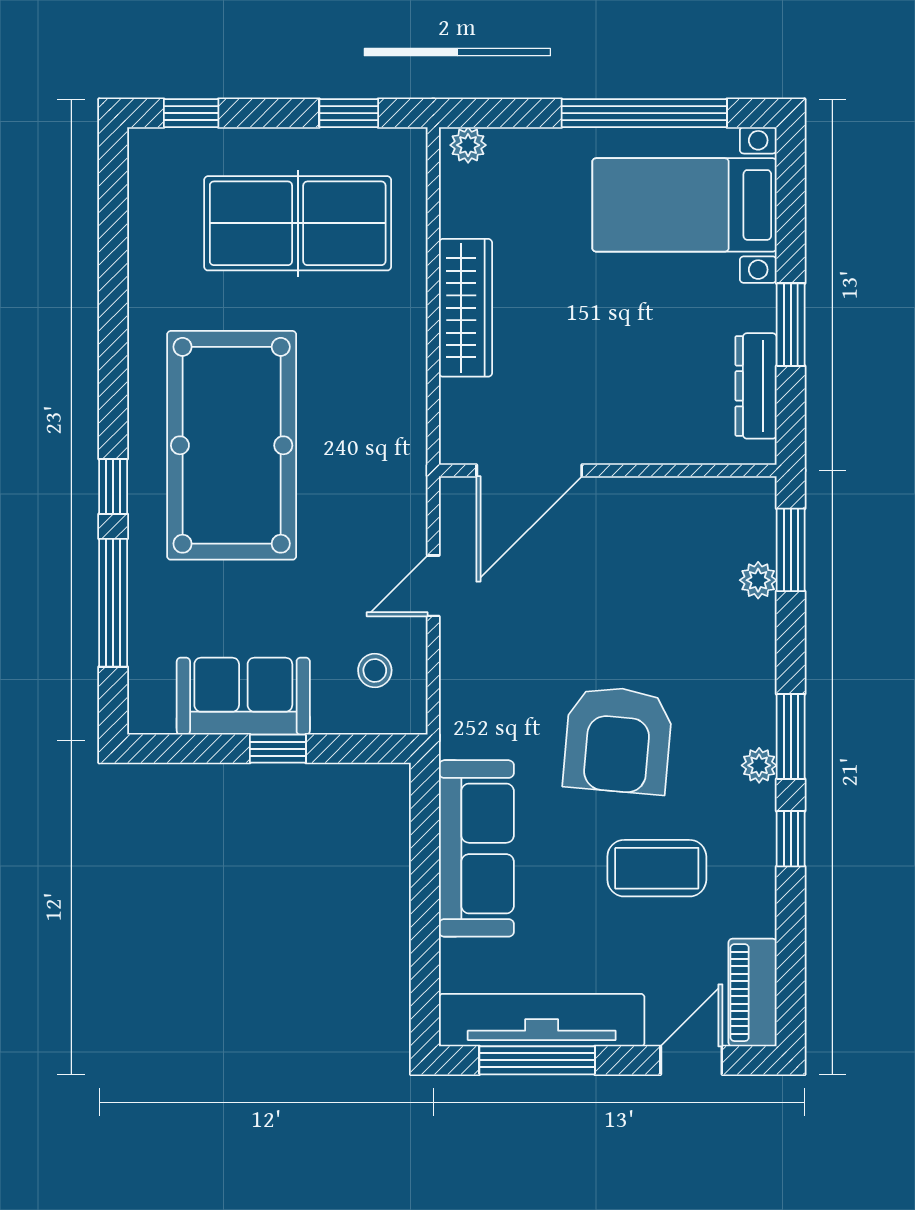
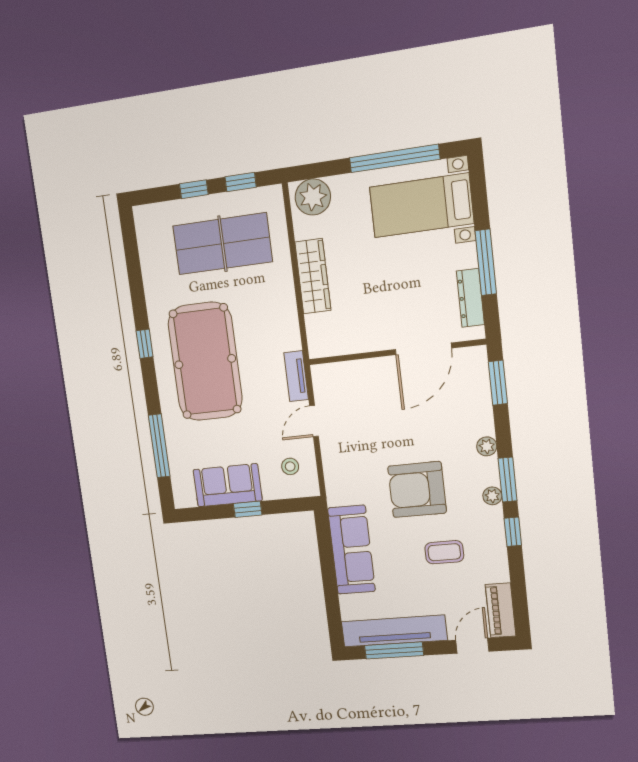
window: (191, 113) -> (194, 189), moved
plant: (468, 145) -> (313, 197), width x1.88, depth x1.88
window: (791, 325) -> (486, 262), width x1.44
door: (529, 470) -> (423, 349), moved
window: (113, 487) -> (145, 344), moved
tv unit: (409, 494) -> (296, 376), added
plant: (758, 580) -> (487, 446), moved
armchair: (618, 740) -> (417, 490), turned 85
coffee table: (657, 868) -> (444, 552), width x0.73, depth x0.77

